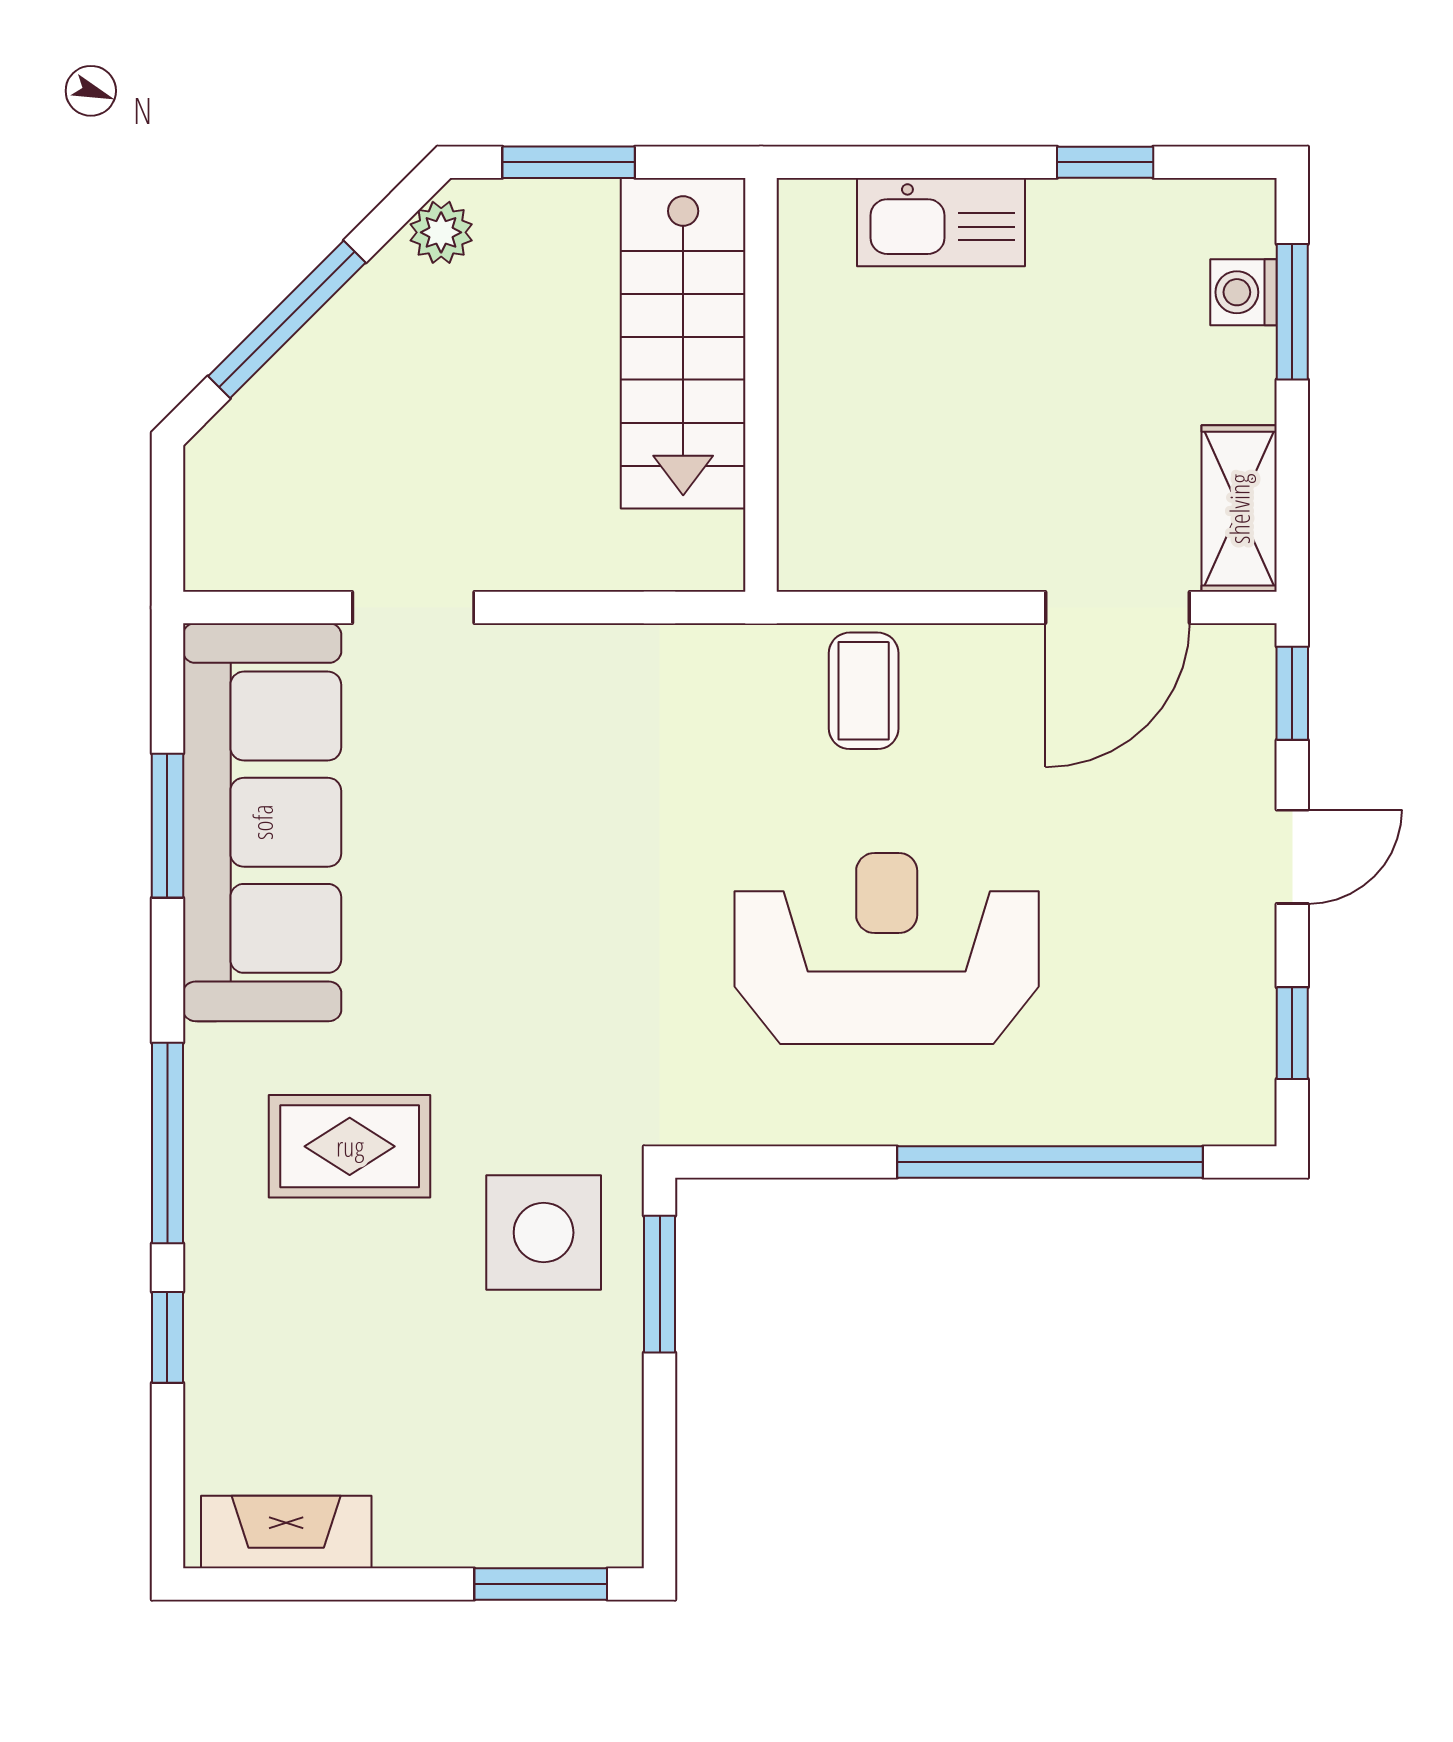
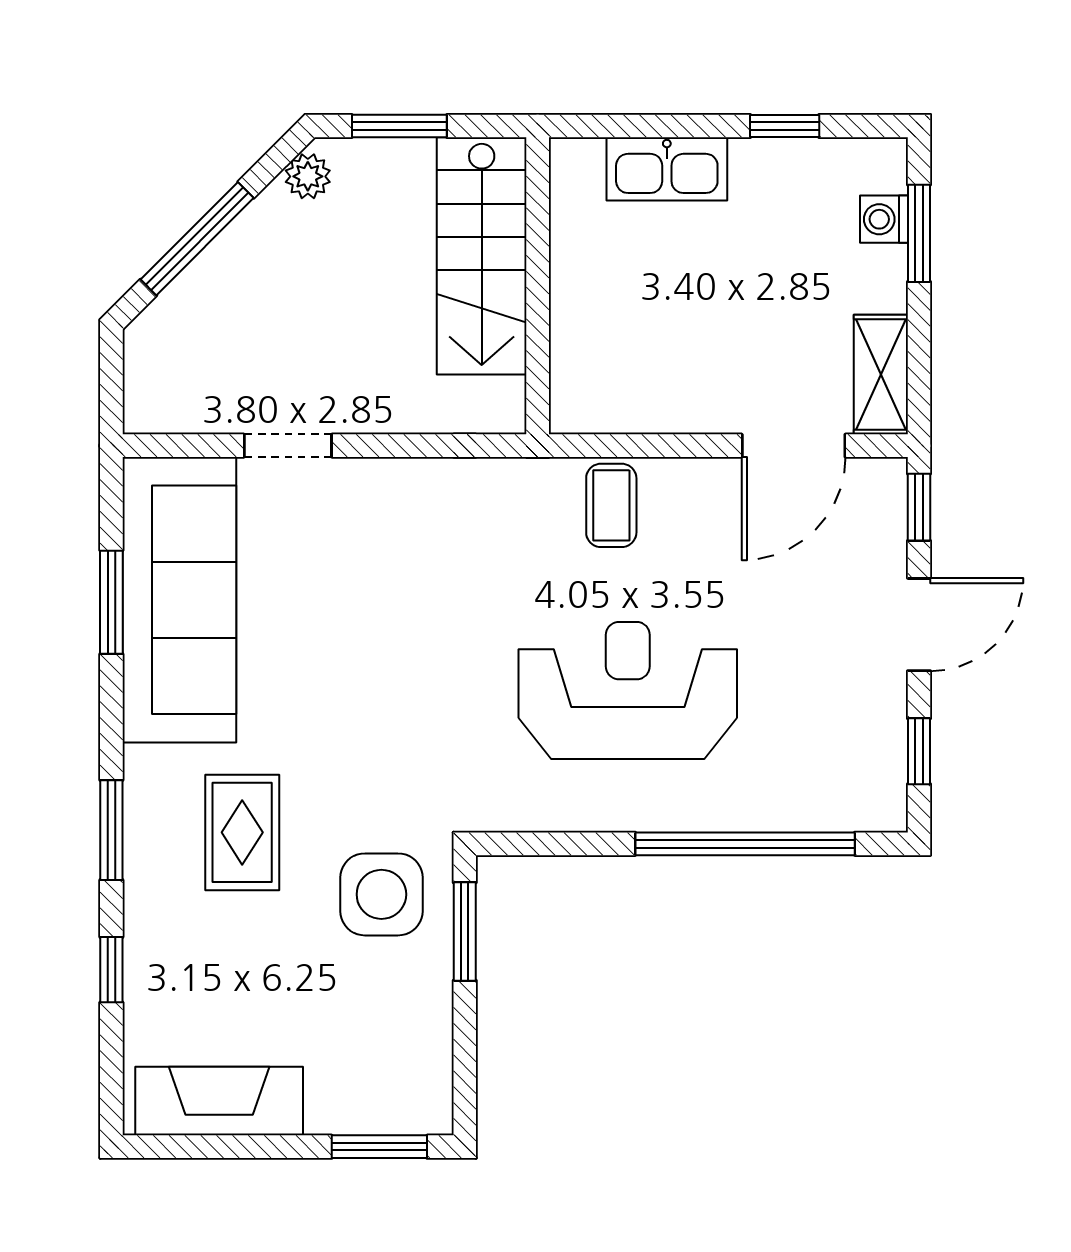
door: (1292, 857) -> (919, 625), width x1.38
window: (167, 1143) -> (111, 830), width x0.69
rug: (350, 1146) -> (242, 832), turned 90
fireplace: (286, 1532) -> (219, 1101), width x1.37, depth x1.32

